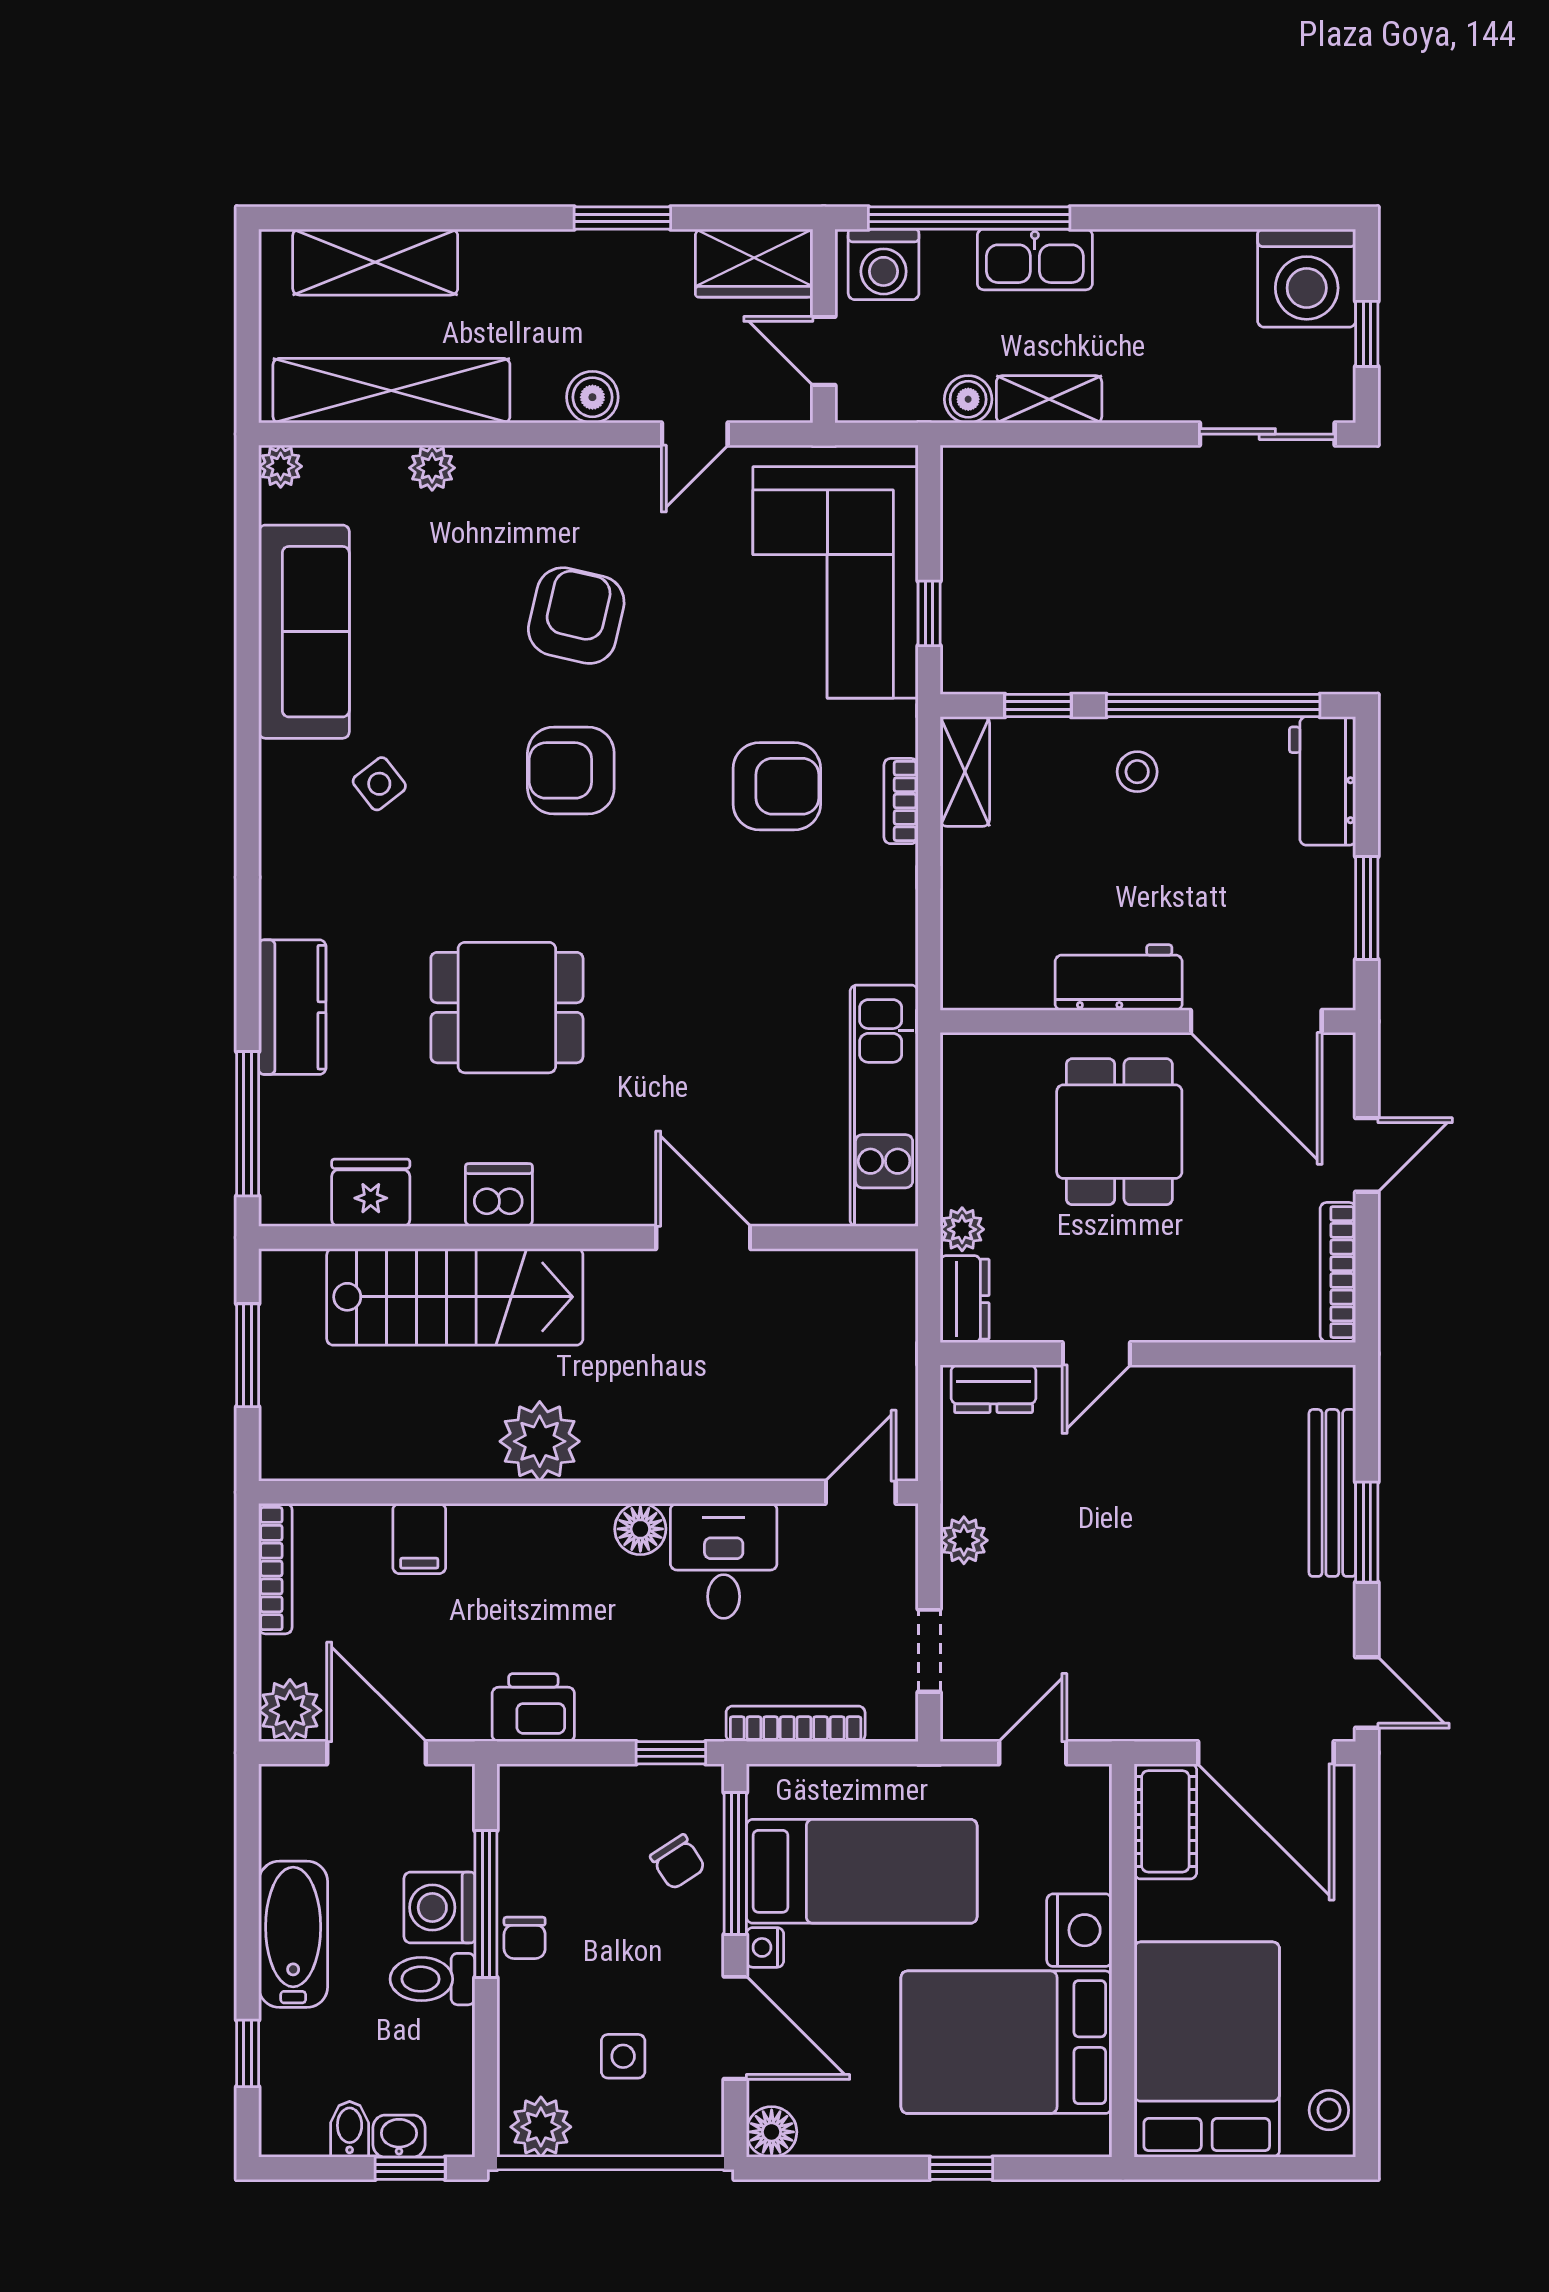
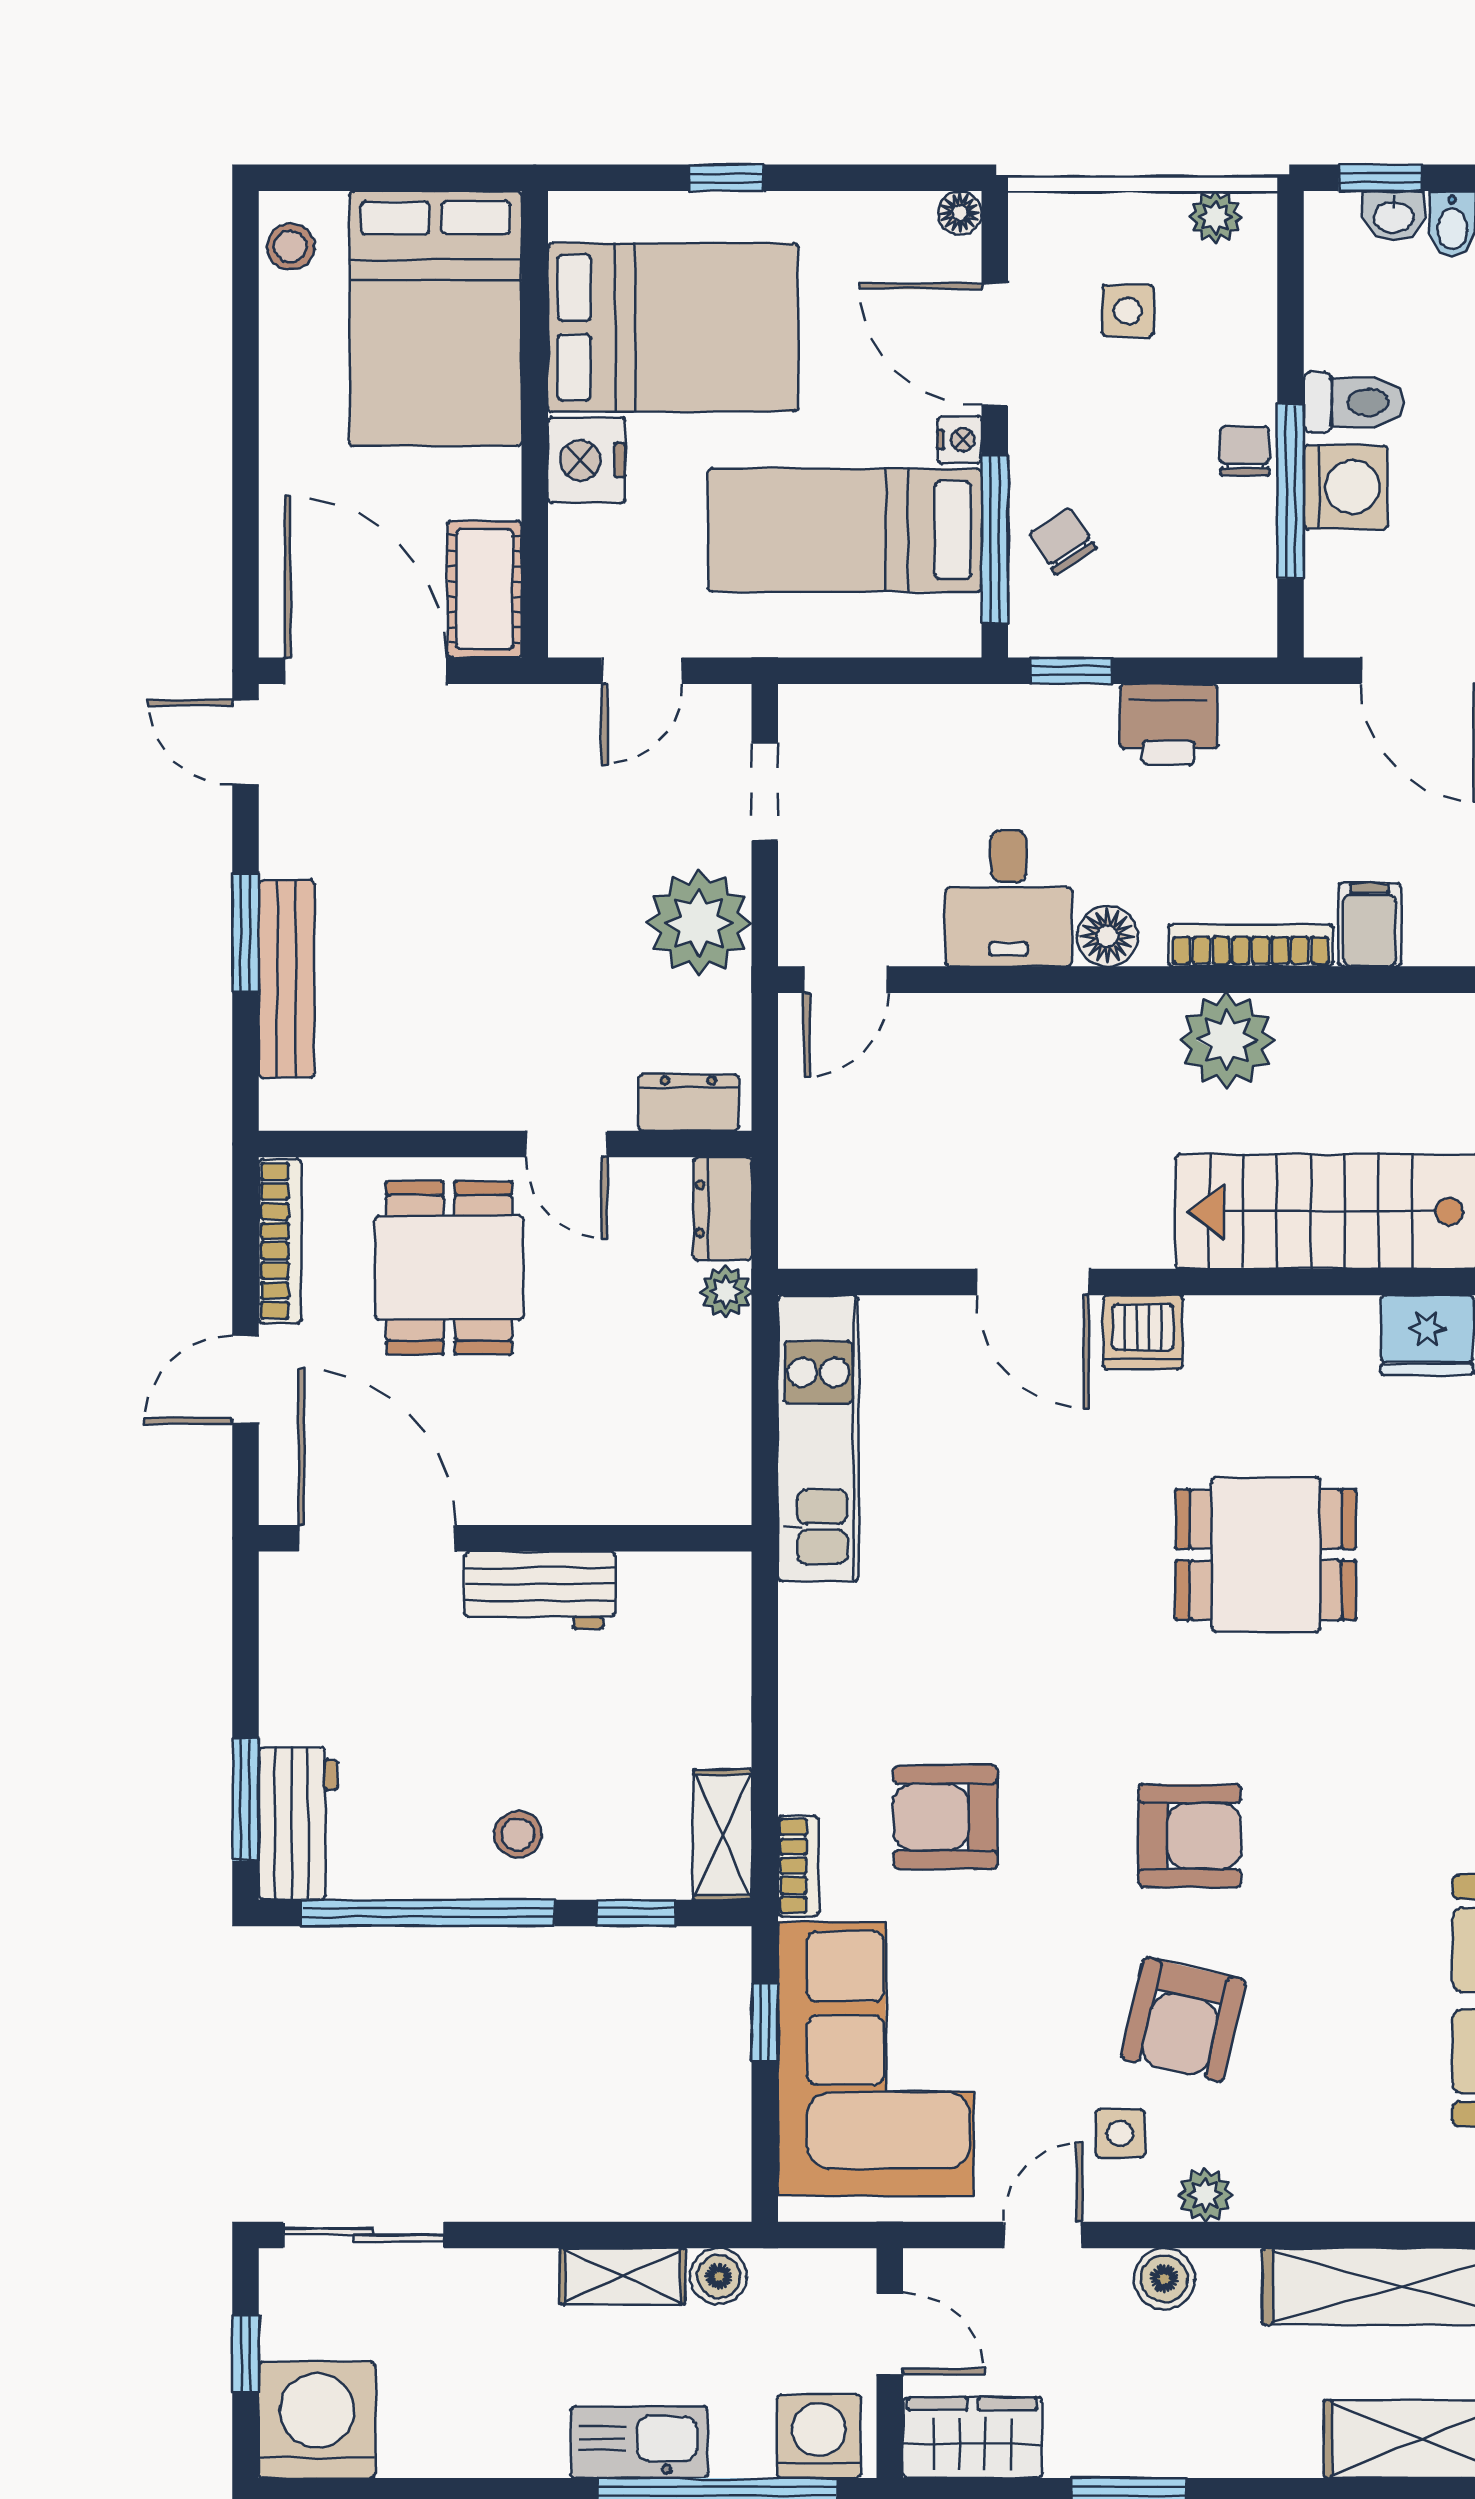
plant: (432, 468) -> (1205, 2195), moved
side table: (379, 784) -> (1120, 2133), moved, turned 38
bookcase: (901, 801) -> (798, 1866), moved
window: (1367, 908) -> (246, 1800), moved
dining table: (1119, 1132) -> (449, 1268), moved
dishwasher: (499, 1195) -> (1143, 1332), moved
door: (1096, 1354) -> (566, 1144), swing flipped
plant: (964, 1540) -> (699, 923), width x1.88, depth x1.88
printer: (533, 1708) -> (1169, 724), moved
bookcase: (796, 1724) -> (1251, 945), moved, turned 180
plant: (541, 2127) -> (1216, 217), width x0.73, depth x0.73
floor lamp: (772, 2132) -> (960, 213), width x0.73, depth x0.73

